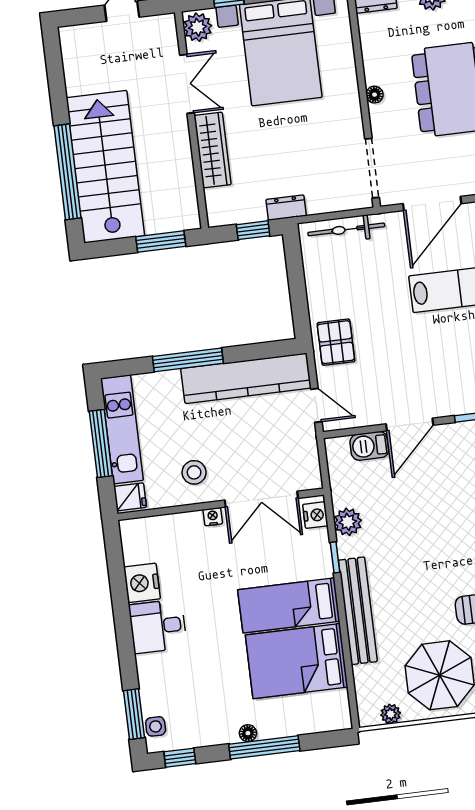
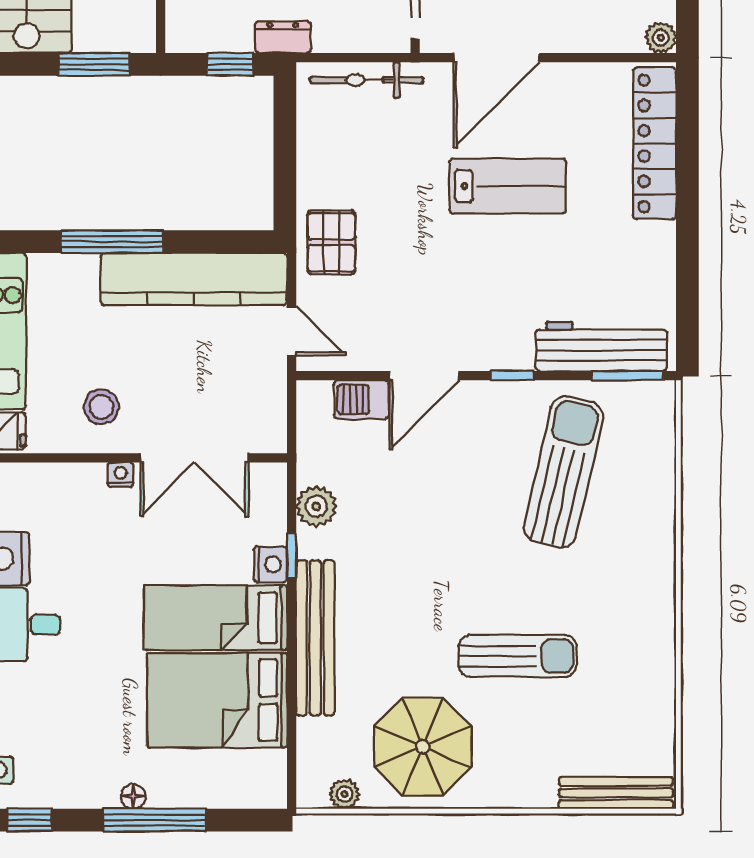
nightstand: (315, 515) -> (270, 564), moved

